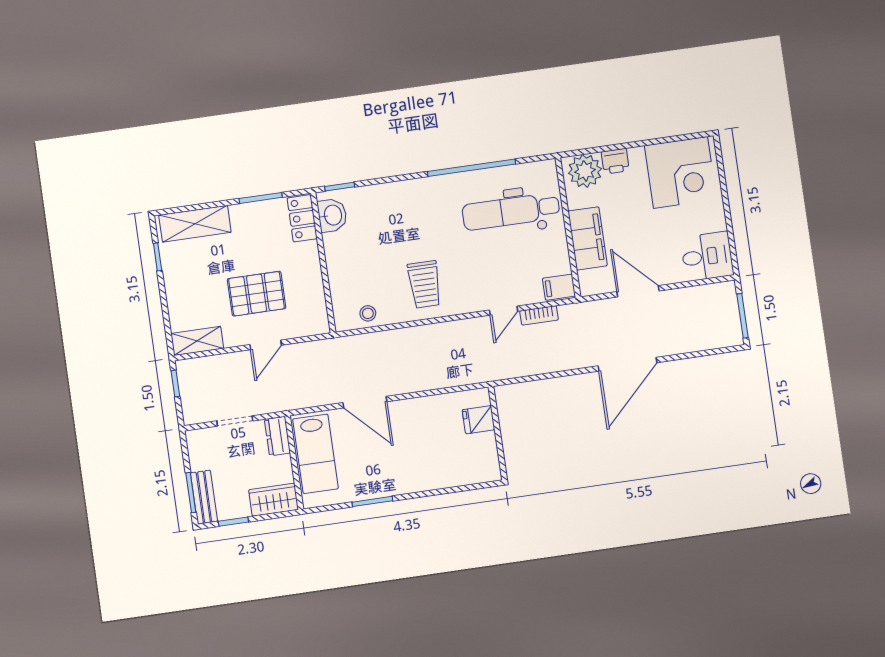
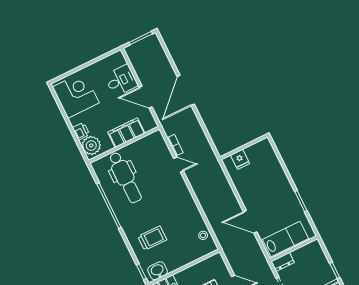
desk: (707, 256) -> (121, 80), moved, turned 90
trolley: (425, 284) -> (152, 238), moved
filing cabinet: (559, 287) -> (157, 139), removed
door: (638, 291) -> (146, 97), hinge flipped
door: (628, 364) -> (186, 90), swing flipped
door: (365, 402) -> (250, 222), swing flipped
wardrobe: (274, 500) -> (317, 253), removed

